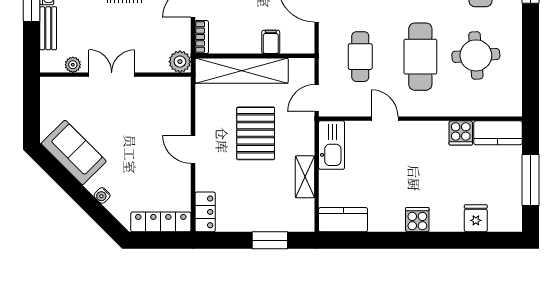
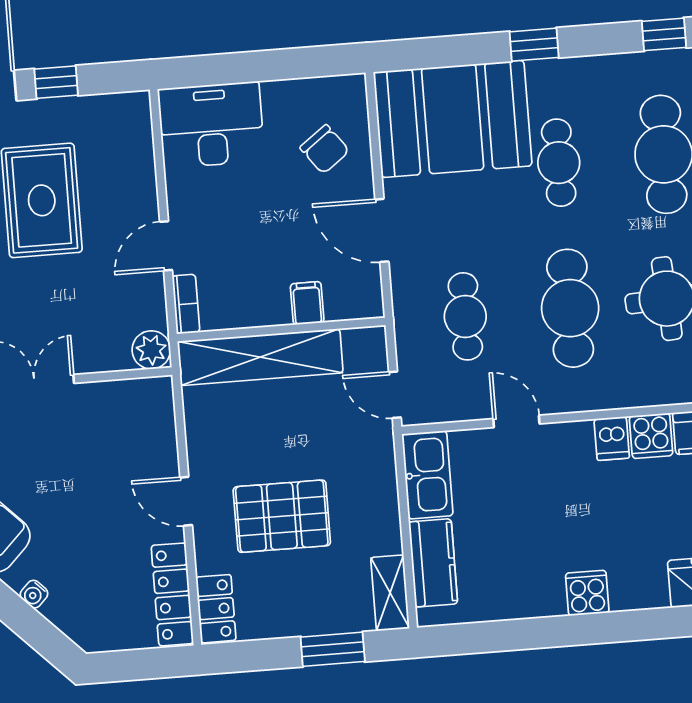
door: (317, 98) -> (395, 395), hinge flipped
pallet: (256, 133) -> (282, 516), moved, turned 90
dishwasher: (438, 133) -> (612, 438), added
shelving: (305, 177) -> (390, 593), moved
kitchen counter: (343, 220) -> (433, 563), moved, turned 90
locker: (161, 222) -> (172, 594), moved, turned -90

